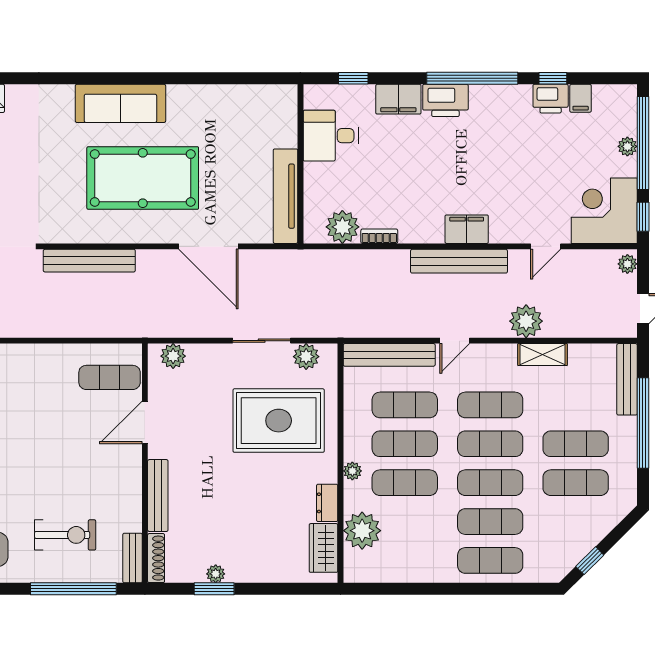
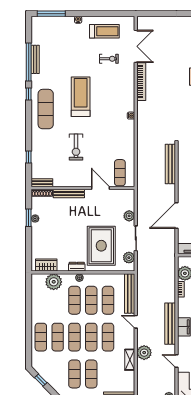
plant: (173, 356) -> (129, 216), moved
dresser: (327, 503) -> (77, 267), moved
exercise bike: (65, 535) -> (76, 147), moved
window: (73, 589) -> (29, 157), width x0.32

